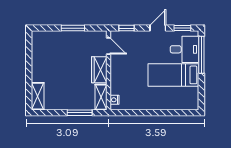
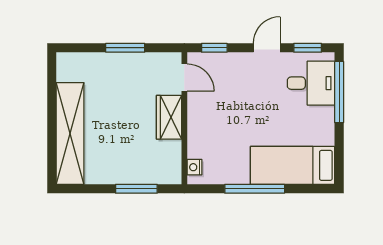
bed: (173, 75) -> (293, 165), moved
shelving: (38, 96) -> (70, 133), width x2.20, depth x1.33
shelving: (101, 97) -> (172, 163), removed
window: (151, 113) -> (255, 189), added

